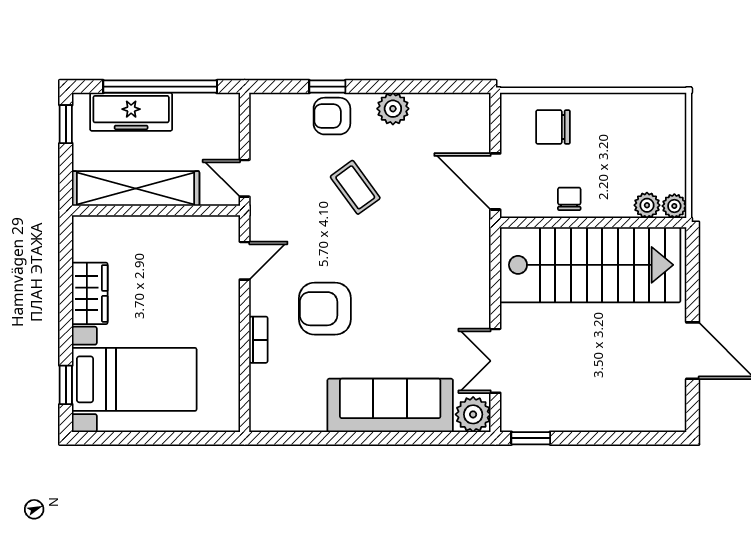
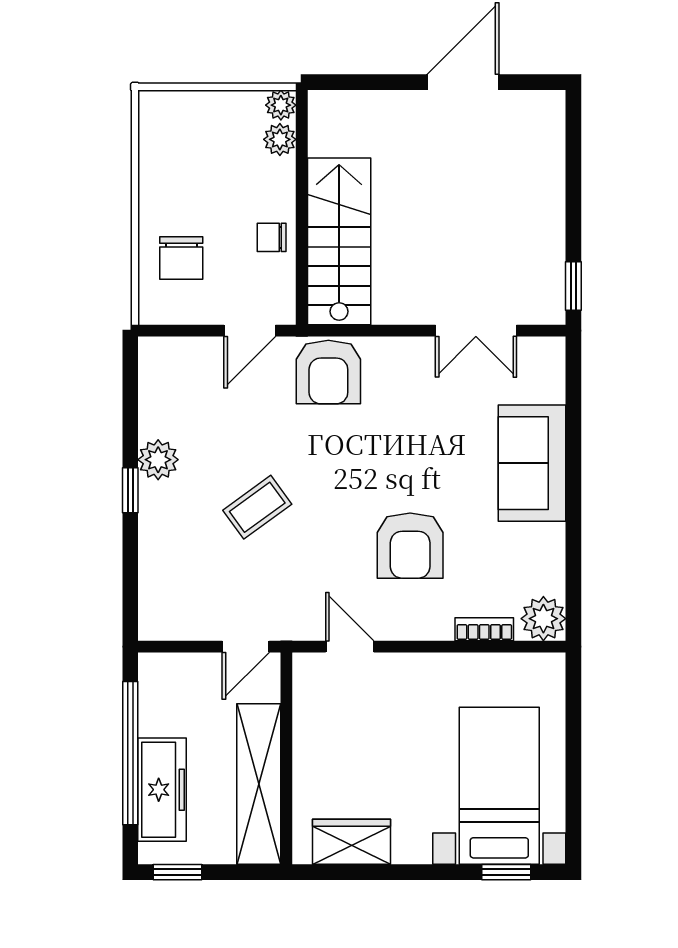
window: (327, 87) -> (130, 490), moved
armchair: (332, 116) -> (328, 372), moved, width x1.38, depth x1.38
door: (495, 181) -> (250, 331), width x0.73
stairs: (590, 265) -> (339, 241), width x0.73, depth x0.66
wardrobe: (90, 293) -> (351, 842), moved
bookcase: (258, 340) -> (484, 629), moved
sofa: (390, 405) -> (532, 463), width x0.73
plant: (473, 414) -> (543, 619), moved

